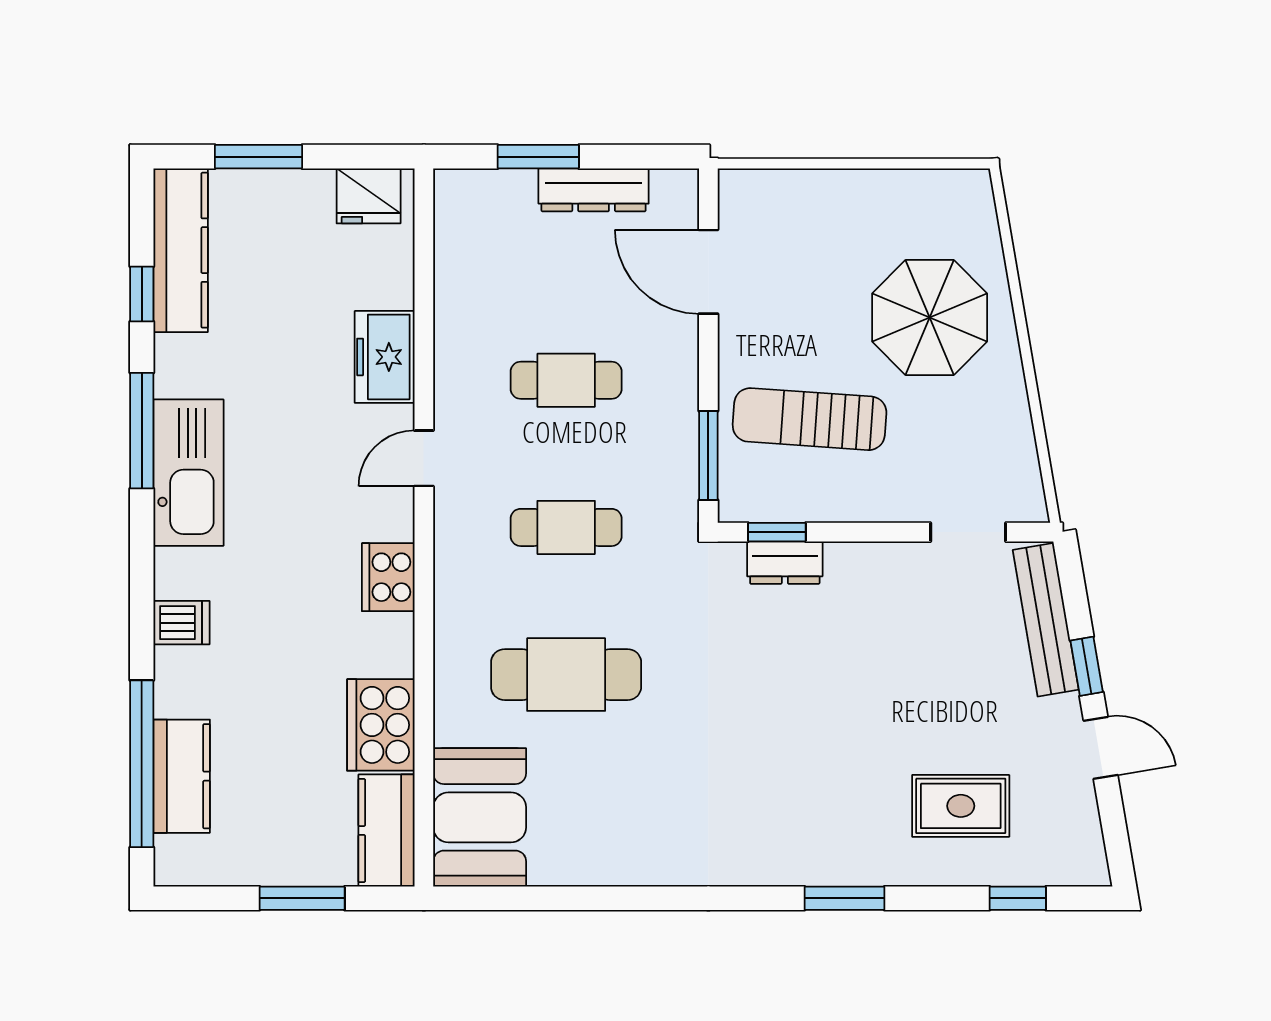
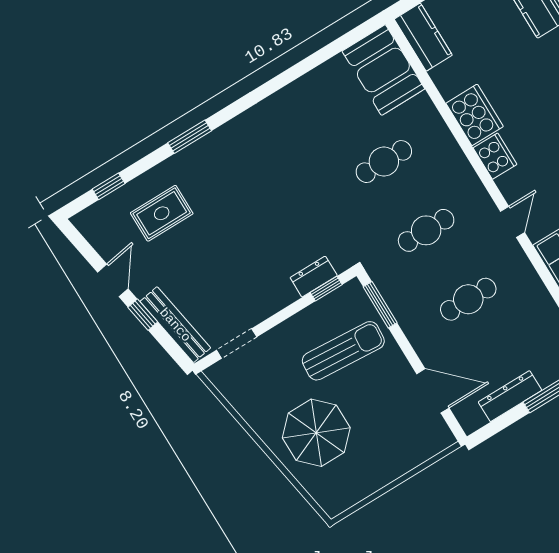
cafe table: (566, 675) -> (384, 162), width x0.73, depth x0.74
cooker: (381, 725) -> (475, 115), moved
door: (1101, 748) -> (113, 280), swing flipped

